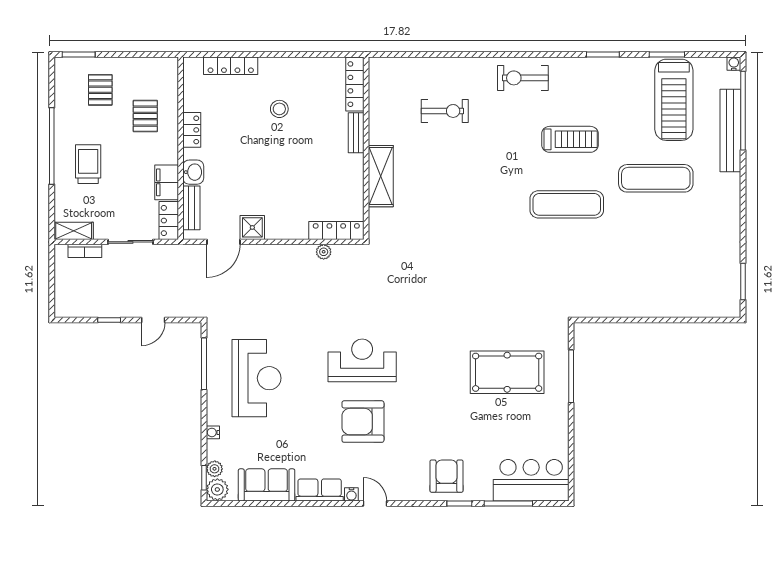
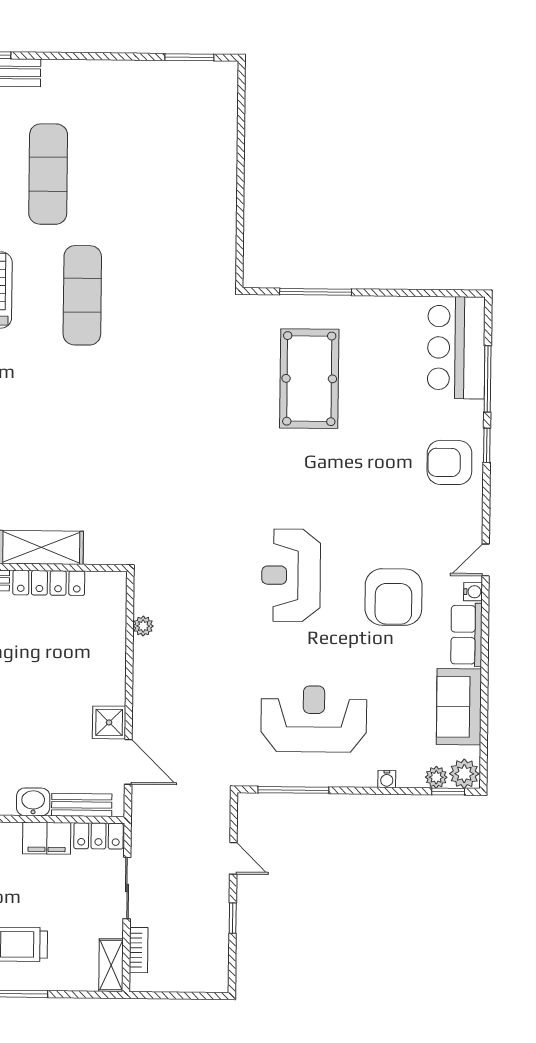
locker: (336, 230) -> (49, 583), moved, turned -90
armchair: (363, 422) -> (393, 597), moved

